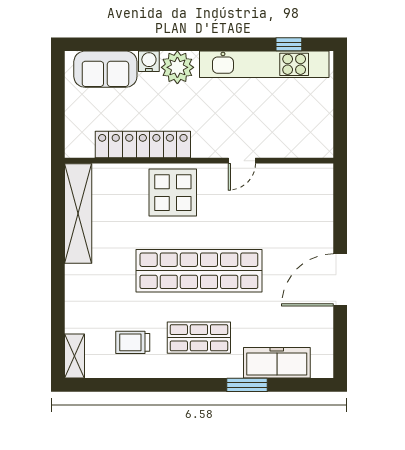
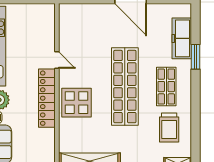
locker: (143, 145) -> (47, 98), moved
trolley: (133, 342) -> (169, 127), width x1.36, depth x1.39

